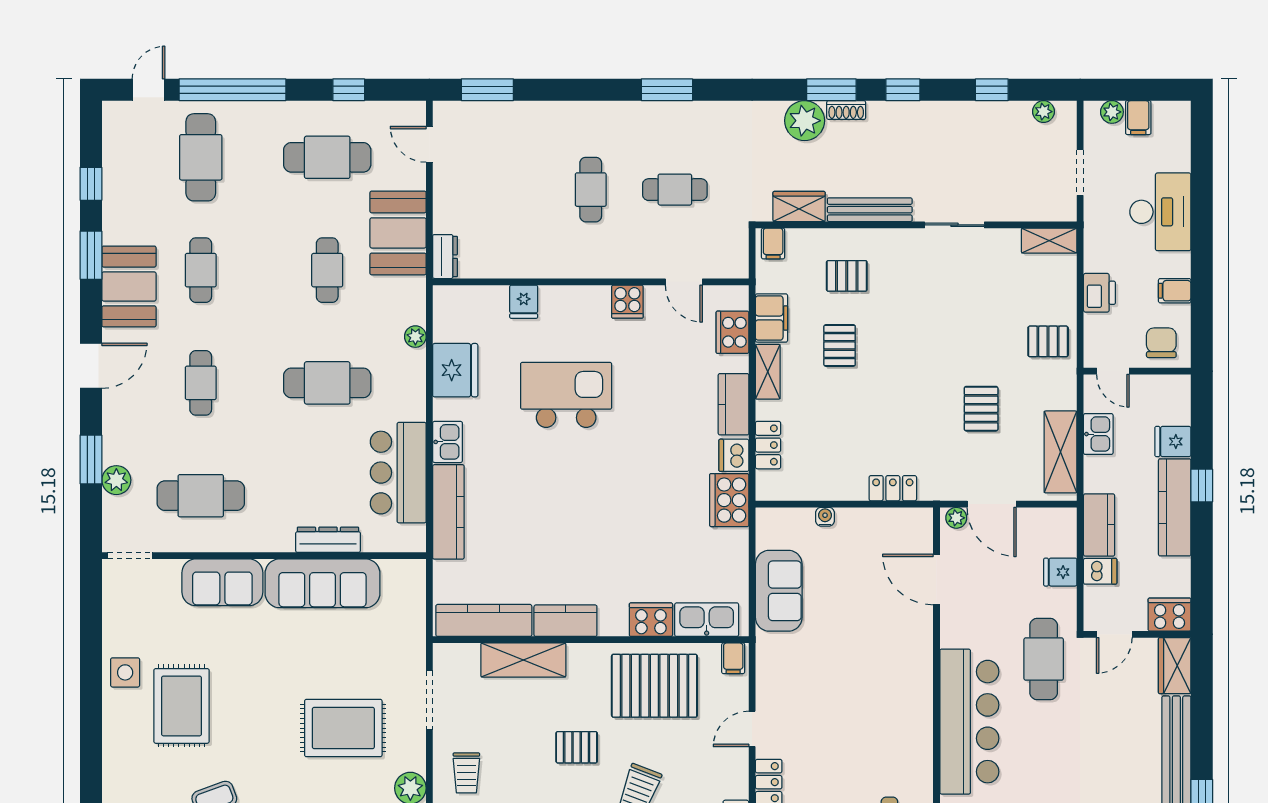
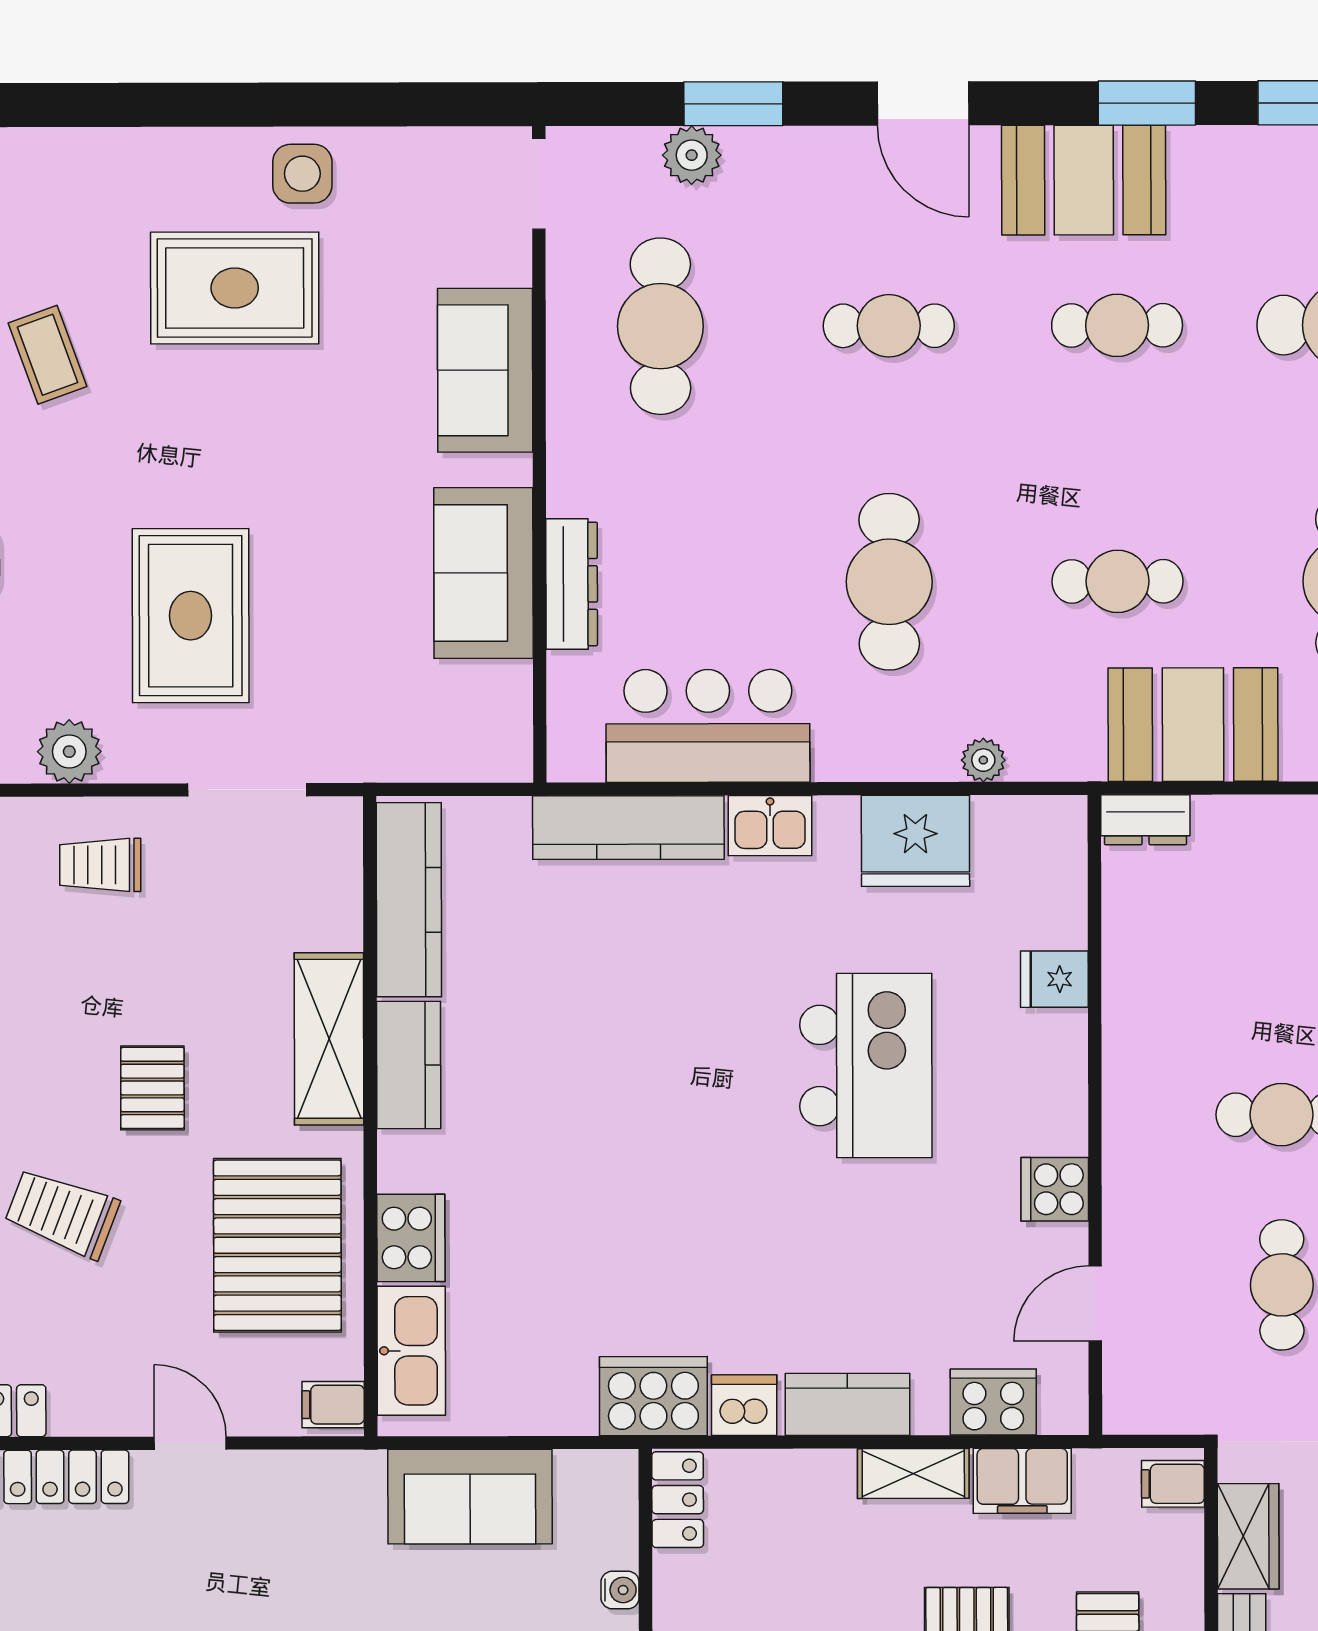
locker: (768, 445) -> (678, 1500), moved, turned -90
sofa: (322, 583) -> (483, 573), width x0.73
shelving: (523, 660) -> (329, 1039), moved

